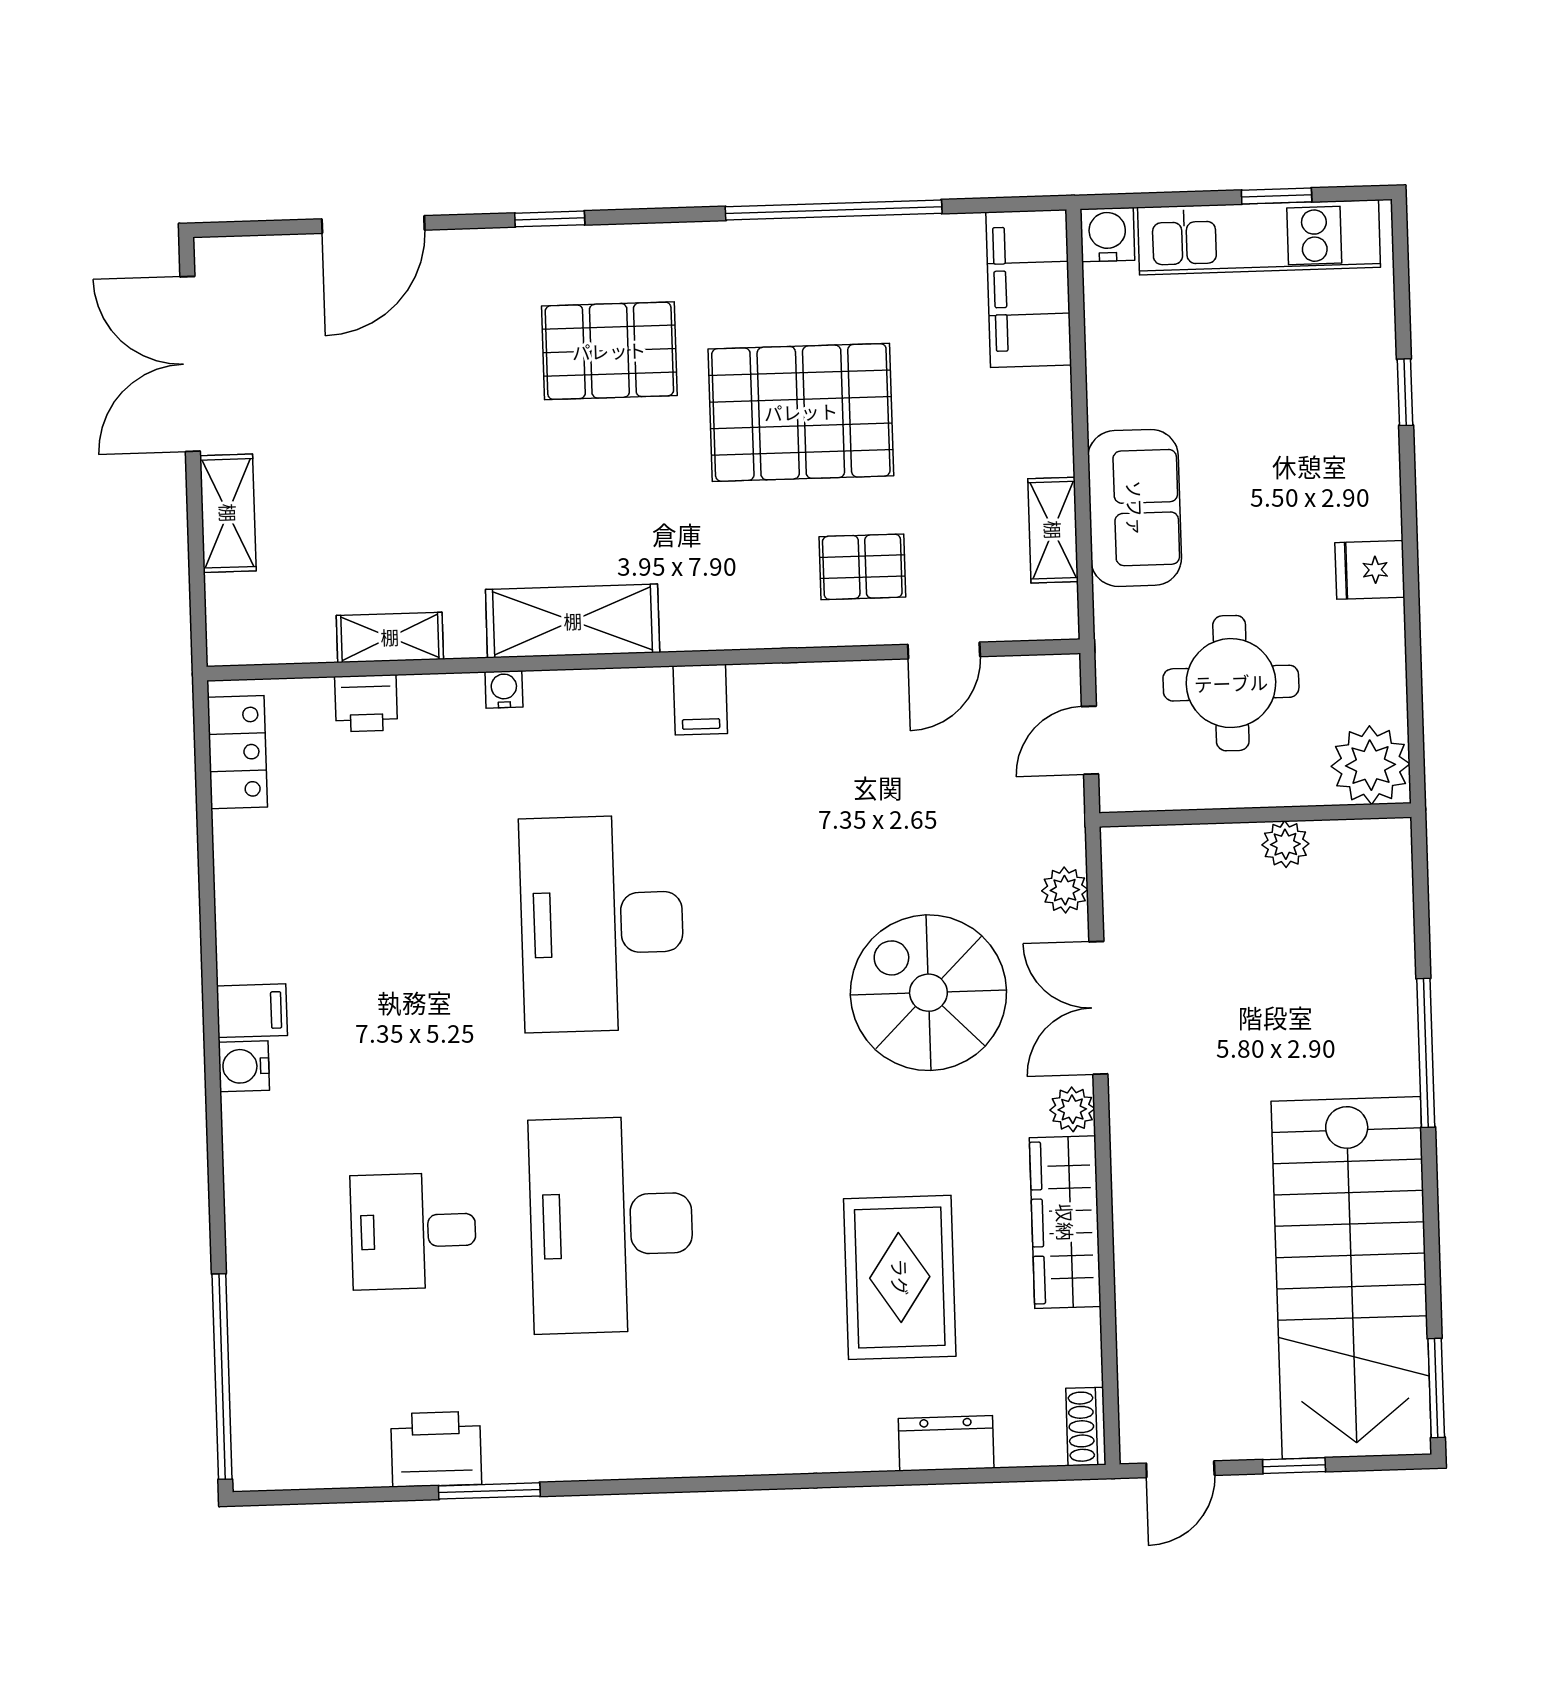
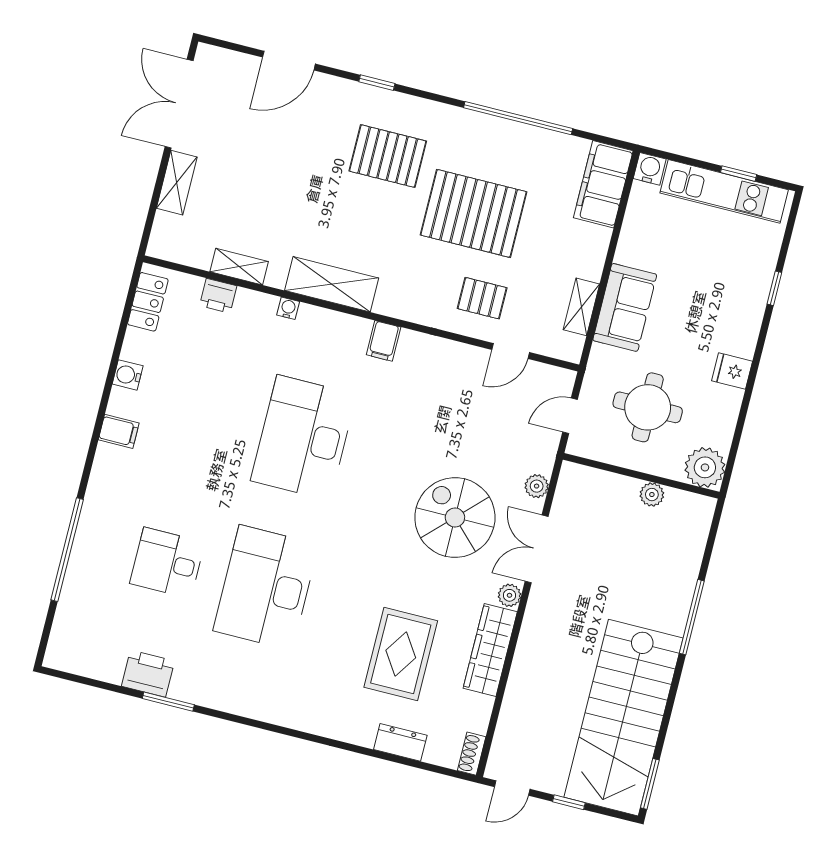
water cooler: (244, 1066) -> (128, 375), moved
window: (222, 1377) -> (67, 550), moved

